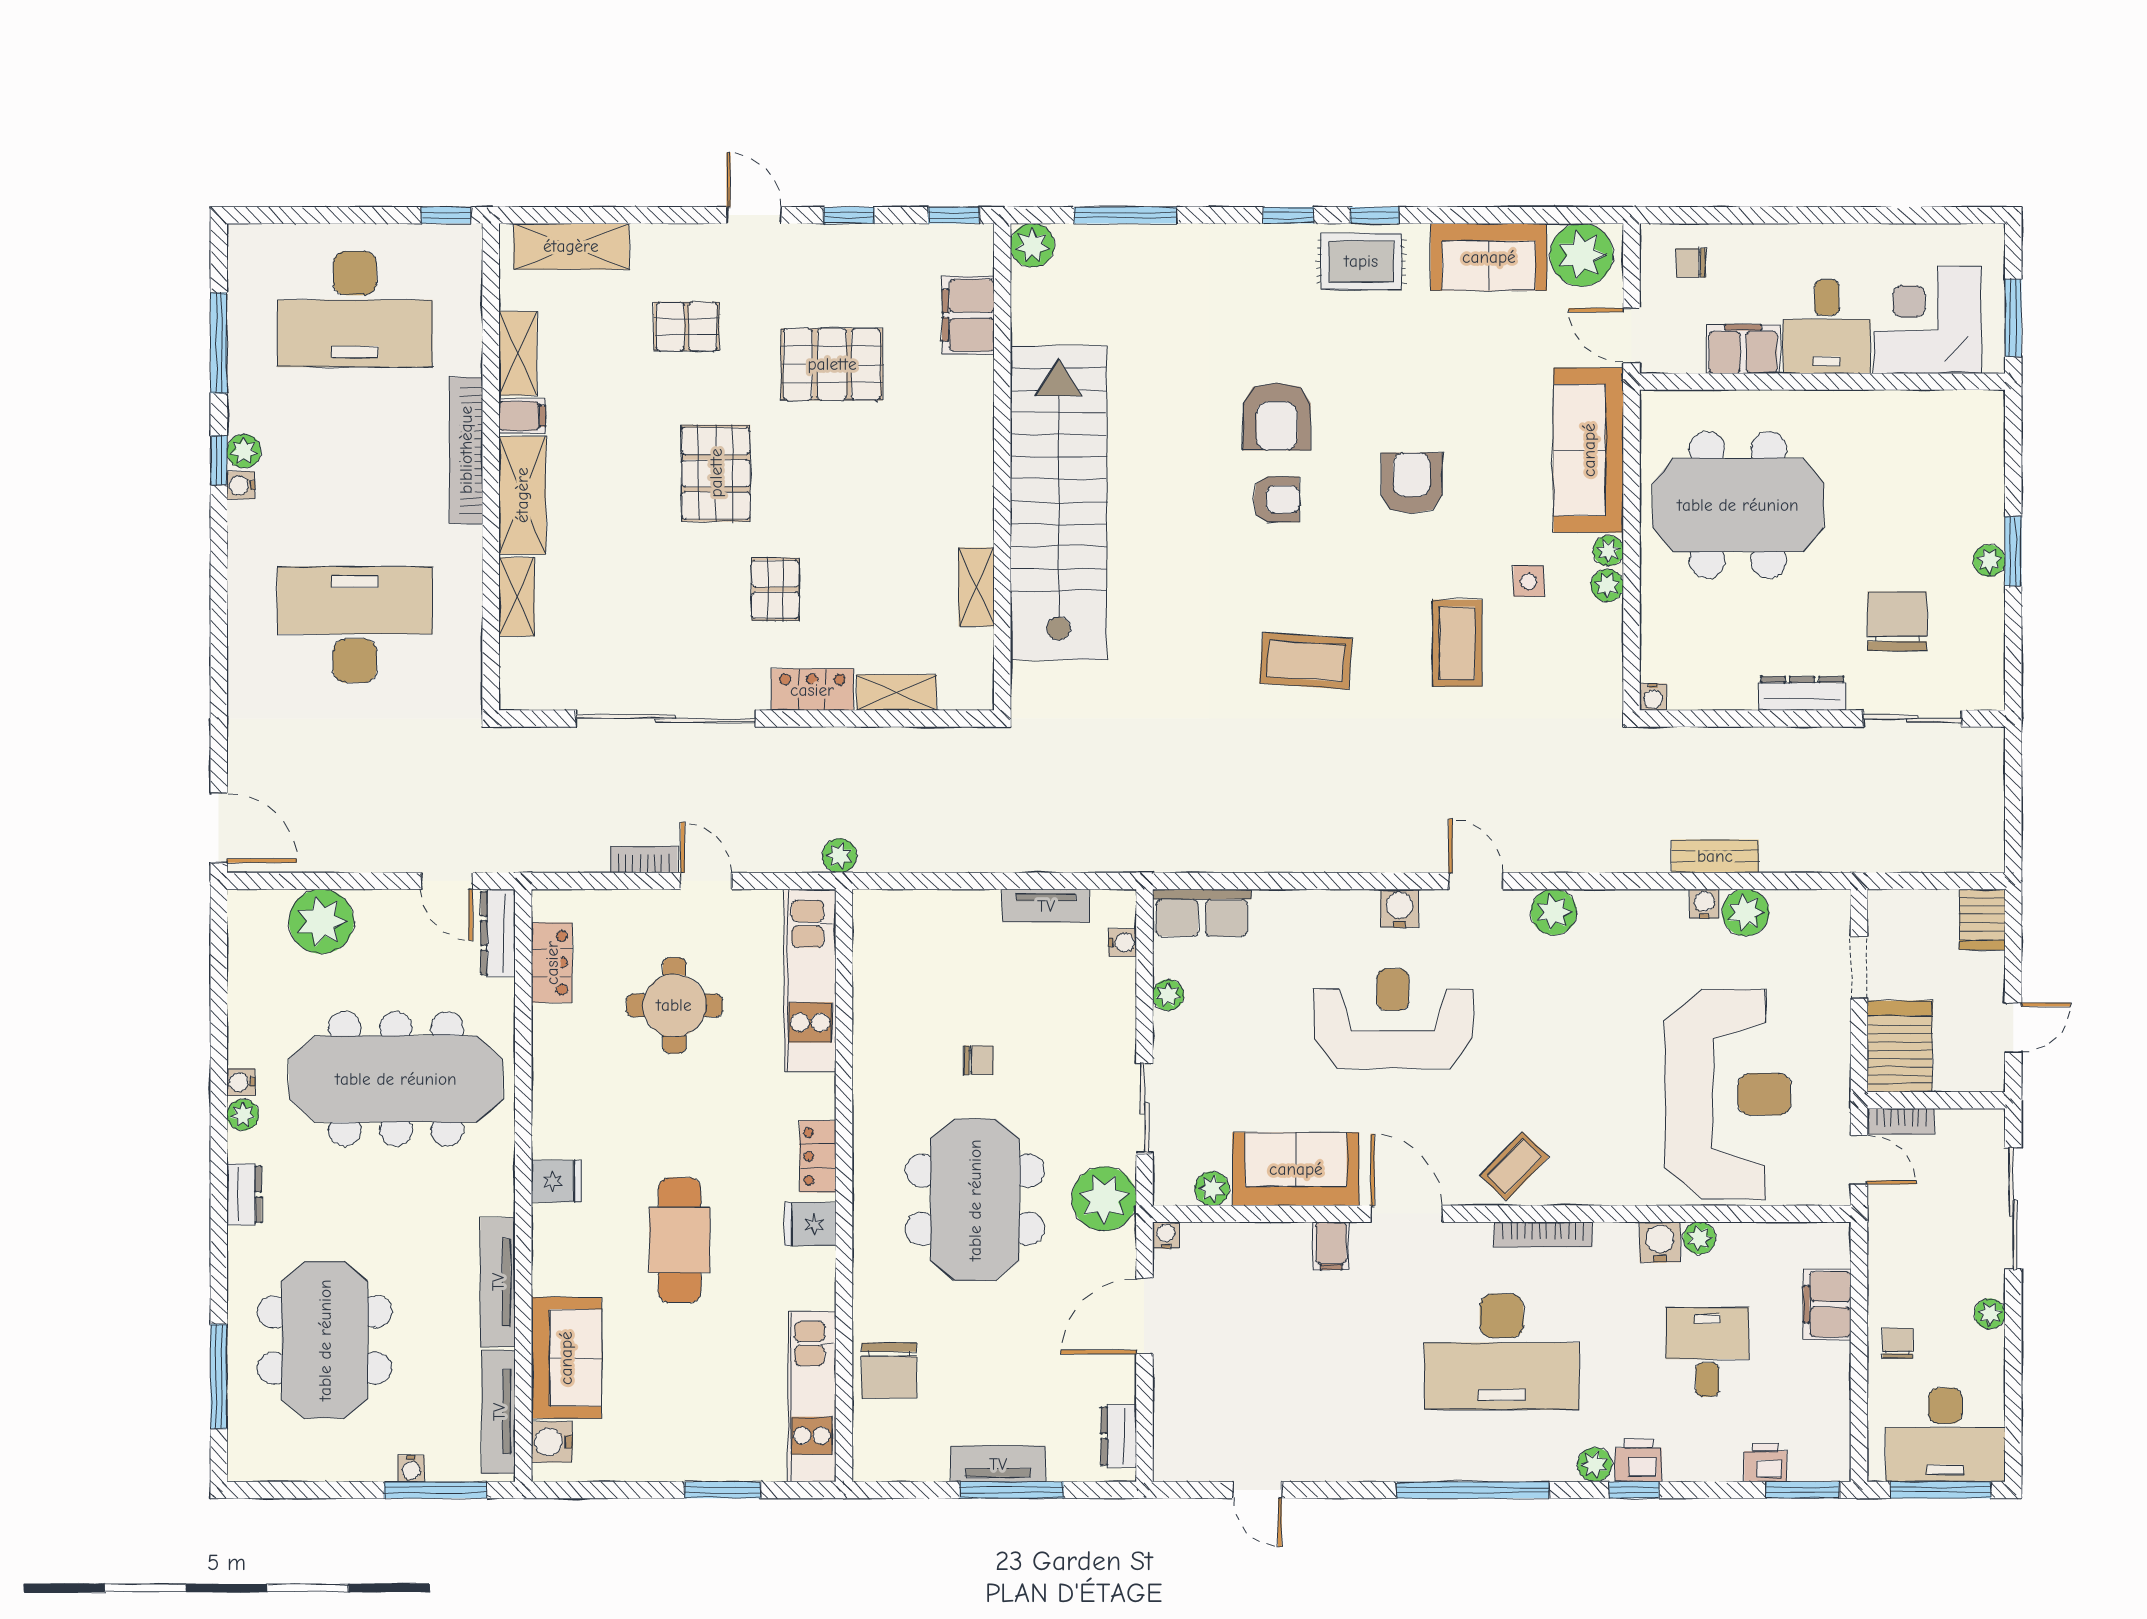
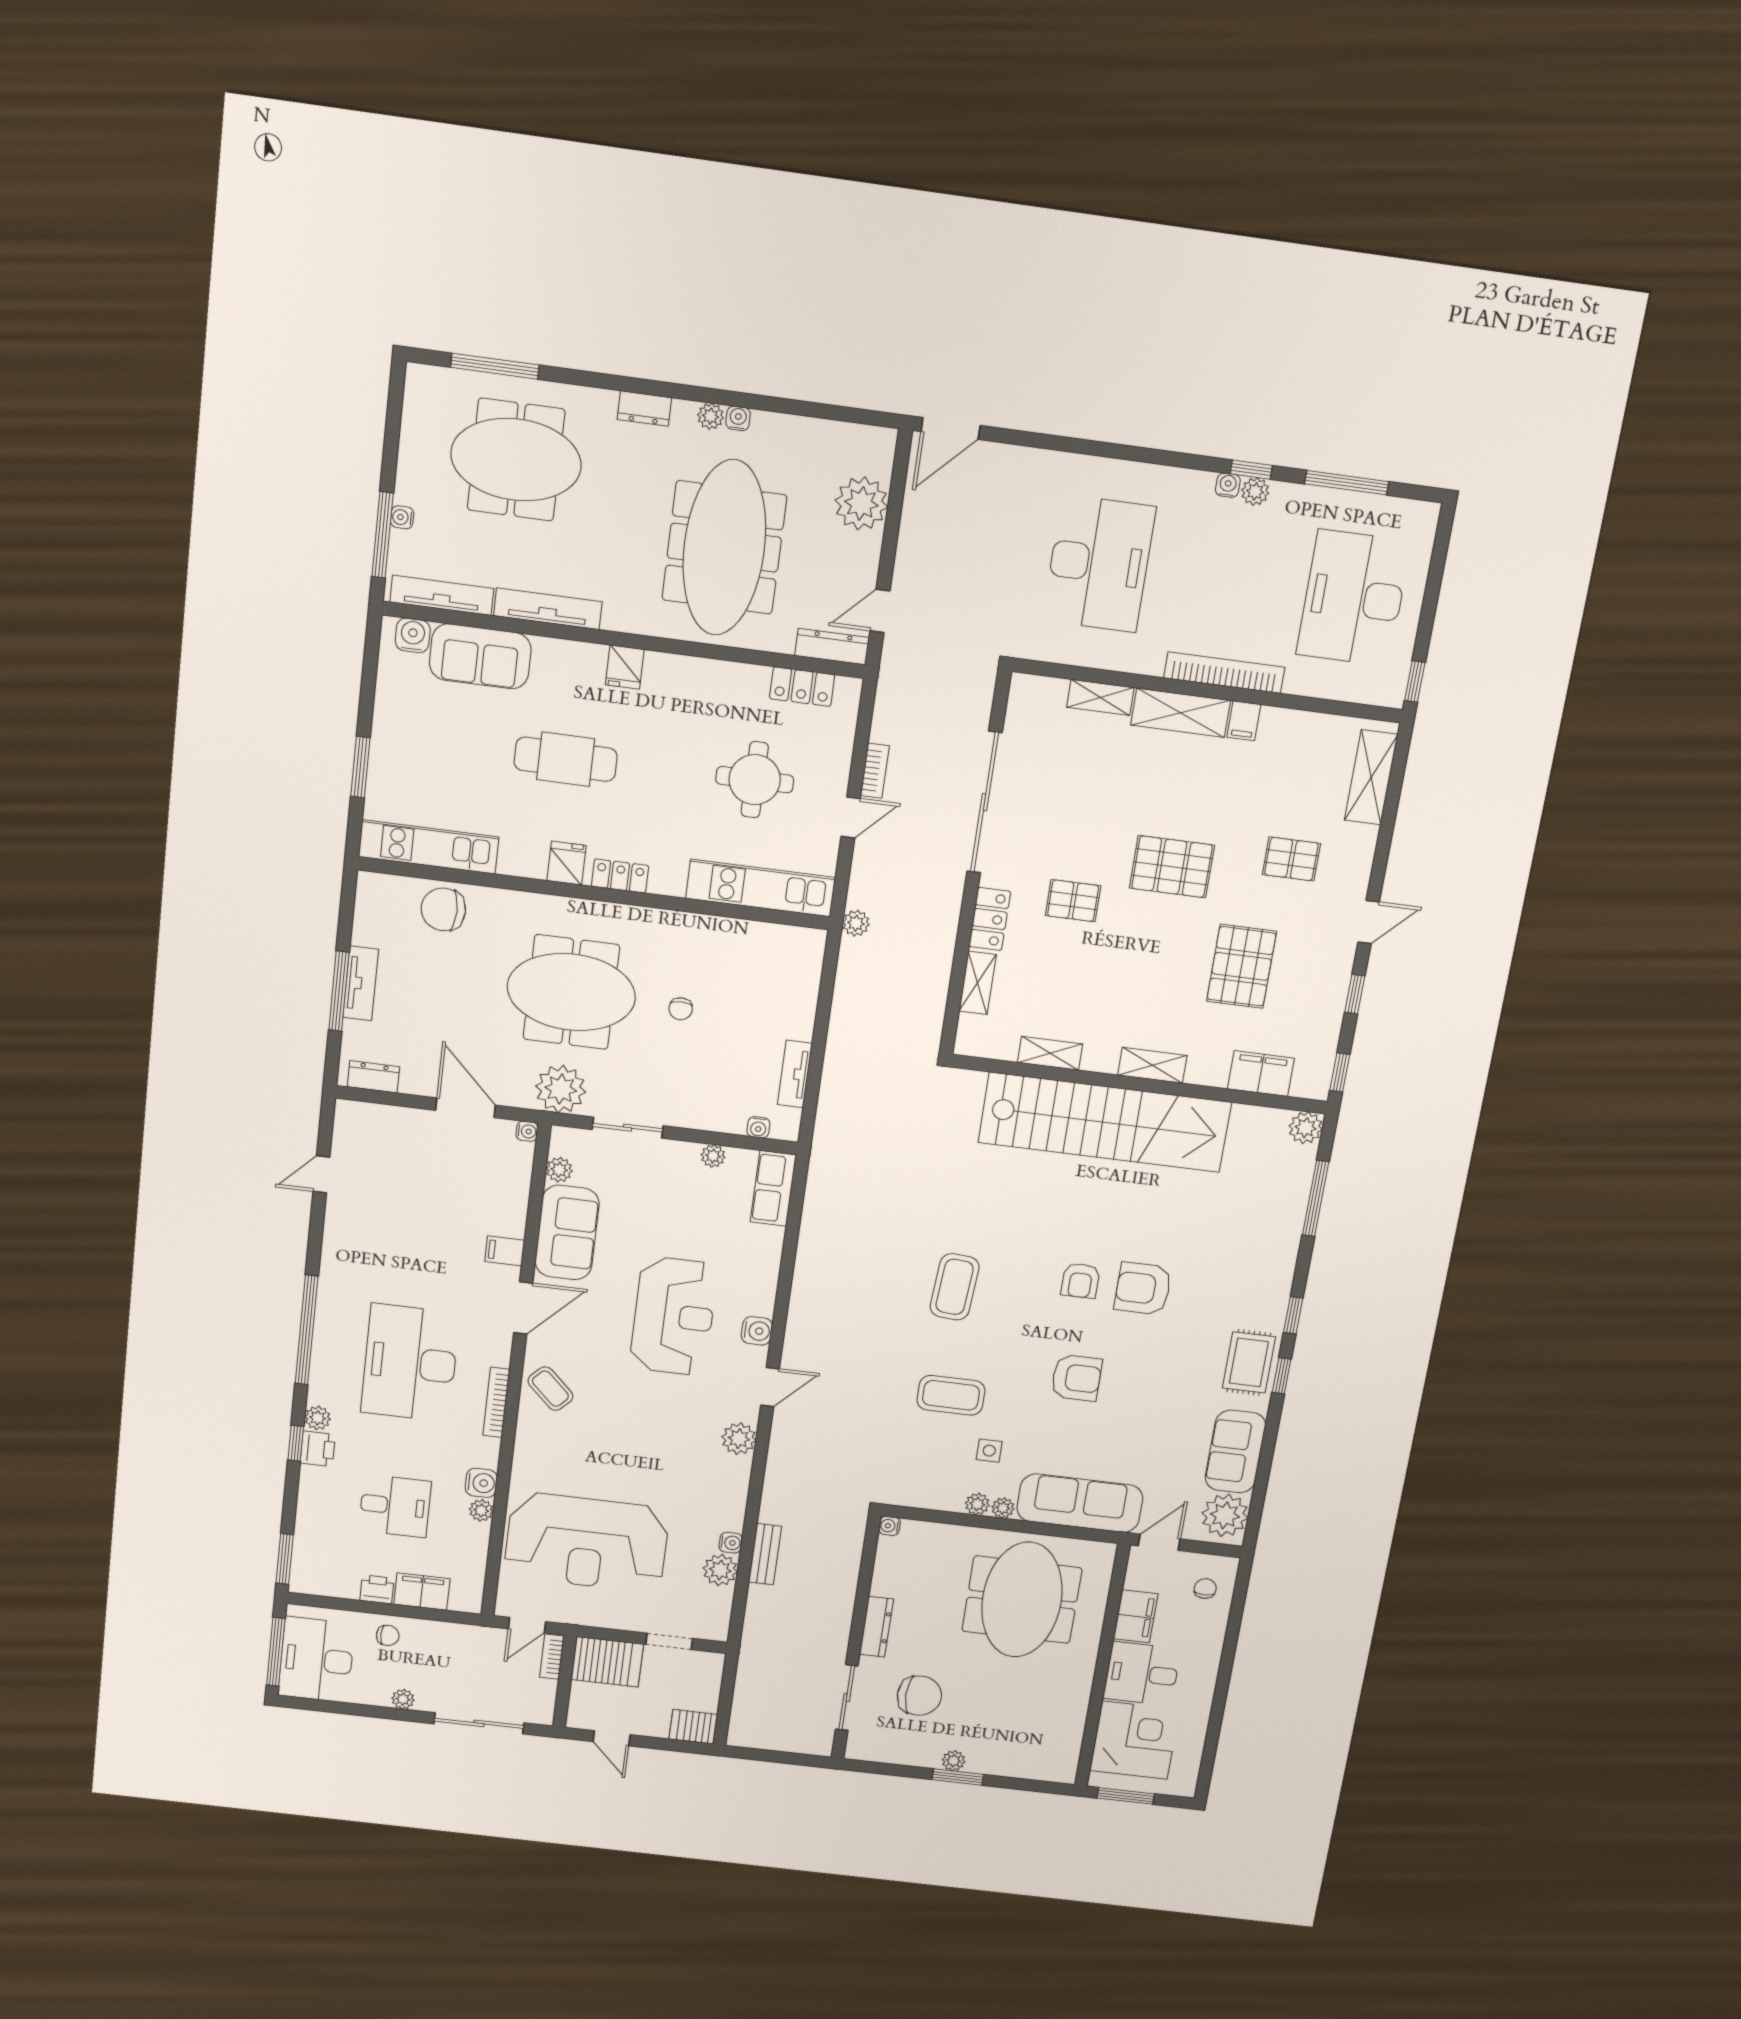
pallet: (687, 326) -> (1291, 859), turned 90
shelving: (518, 353) -> (1152, 1065), moved
printer: (1765, 1463) -> (377, 1589), moved, turned -90

